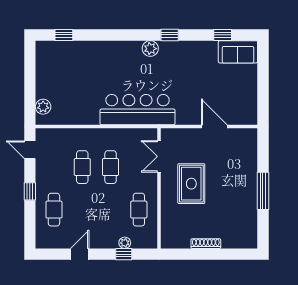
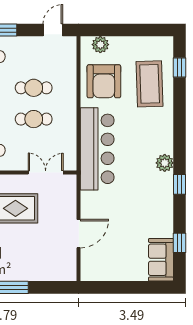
coffee table: (79, 62) -> (150, 84), added
armchair: (76, 104) -> (104, 81), added

